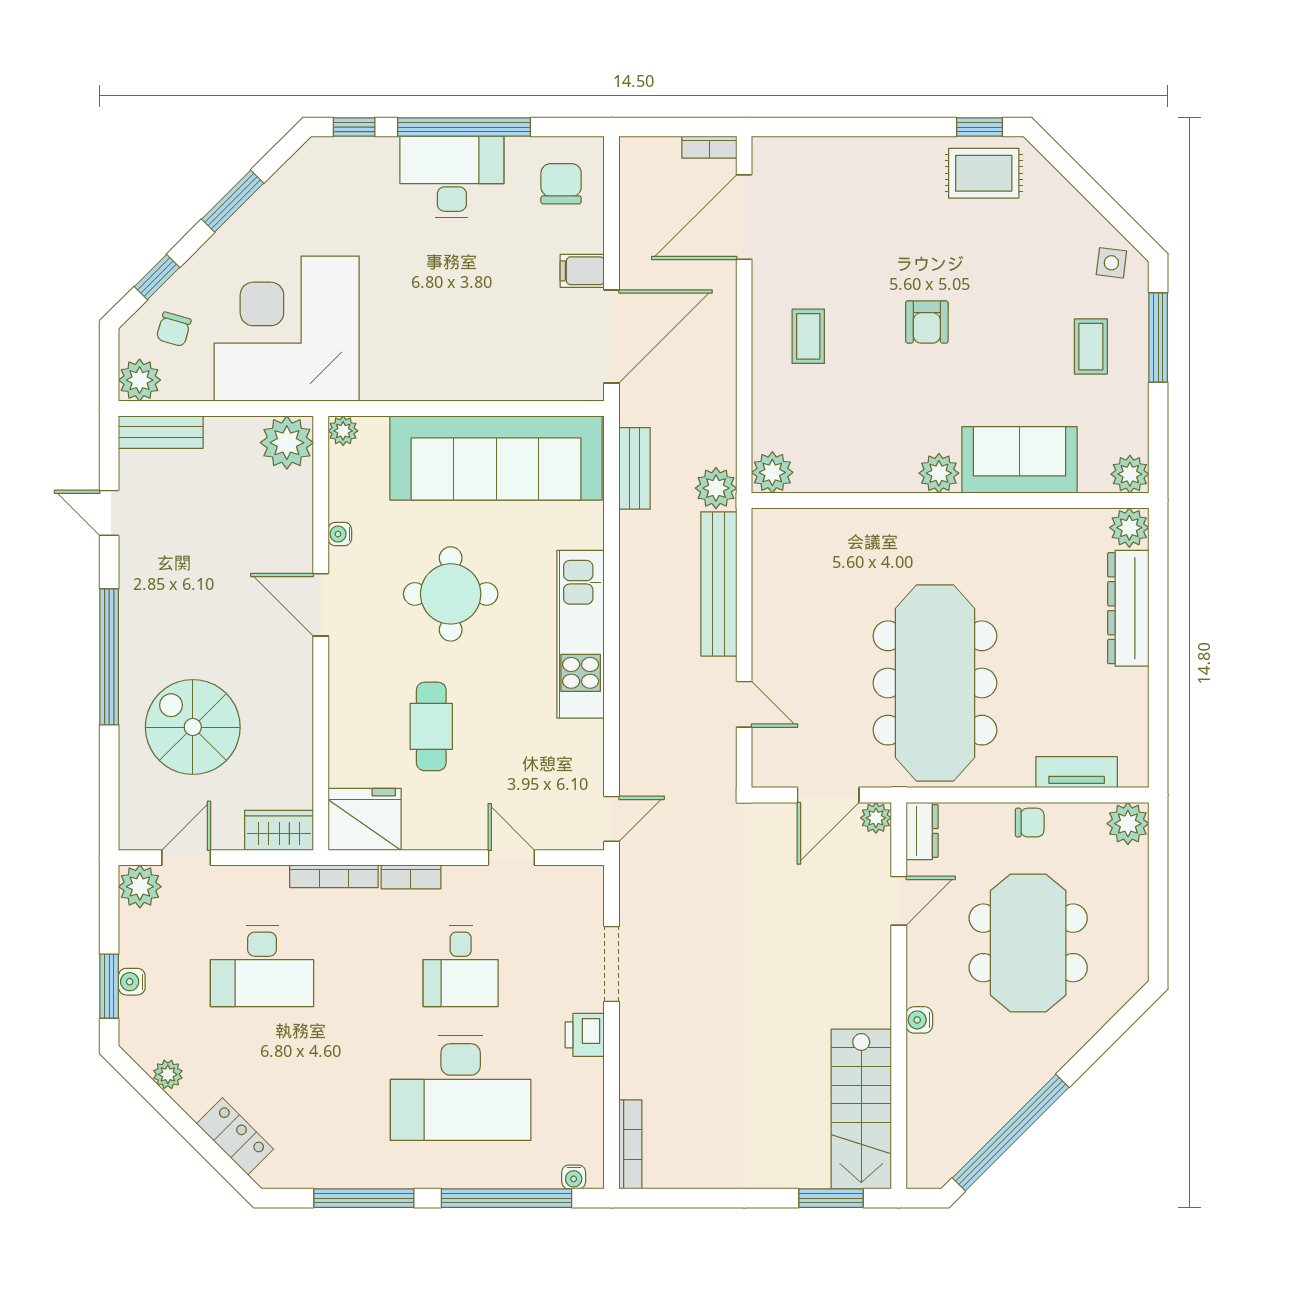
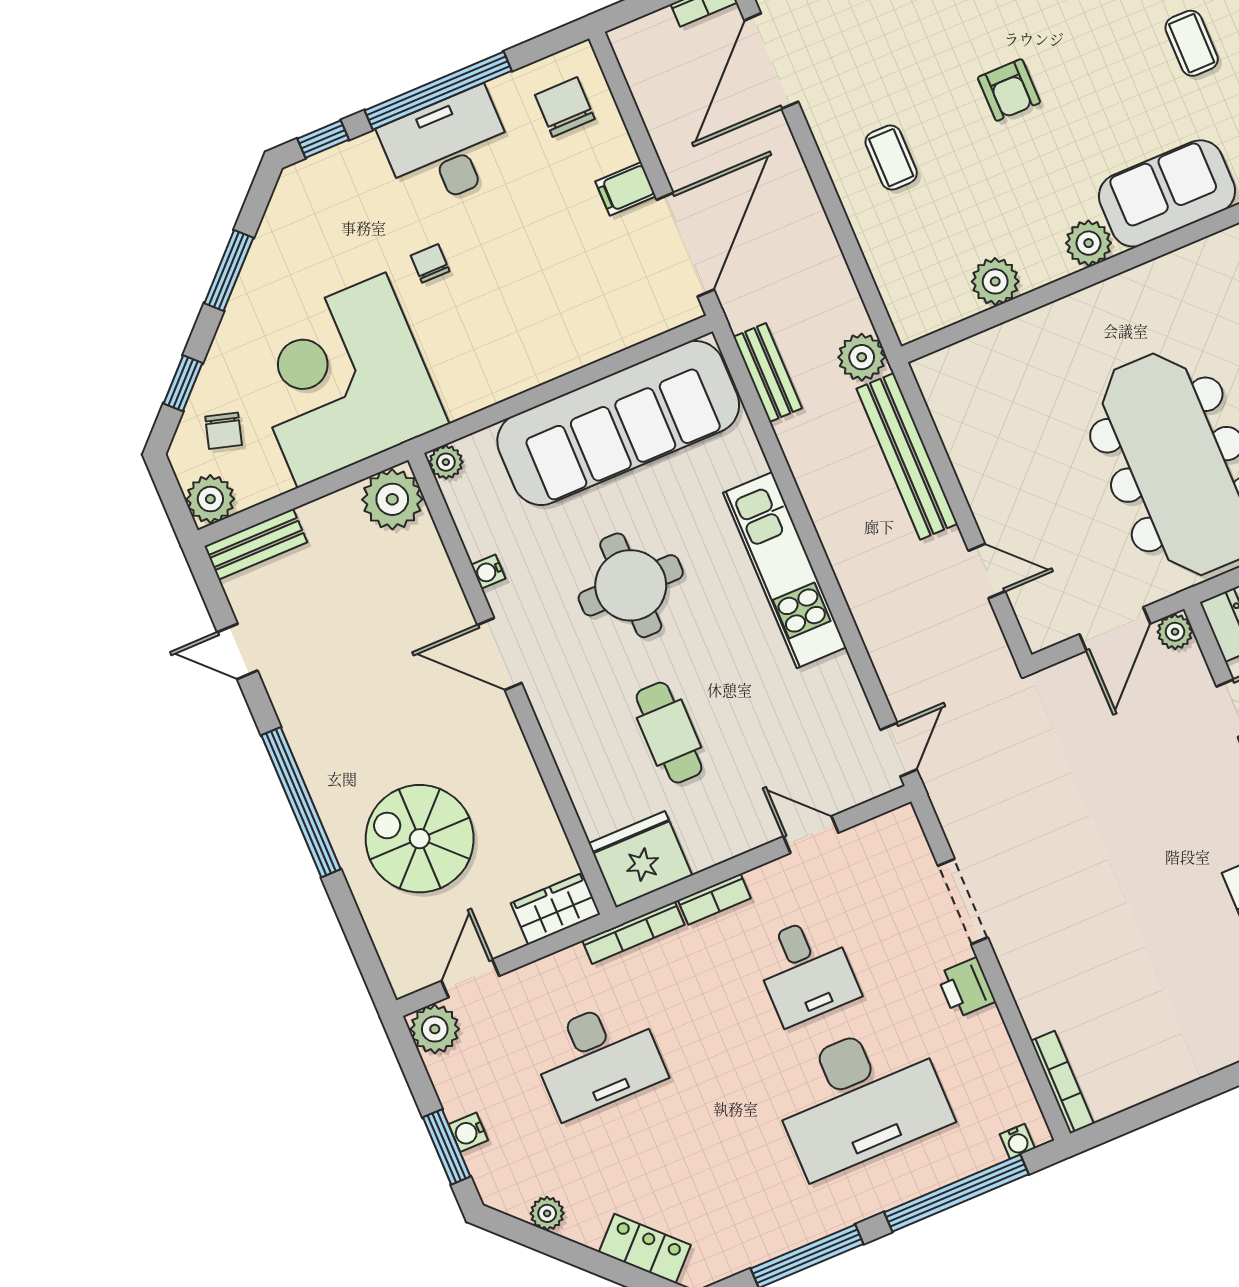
chair: (398, 264) -> (430, 263), added
plant: (772, 472) -> (995, 281), moved

